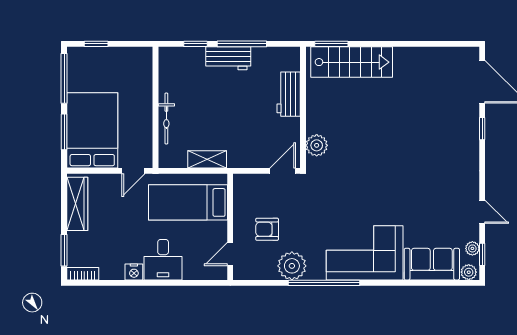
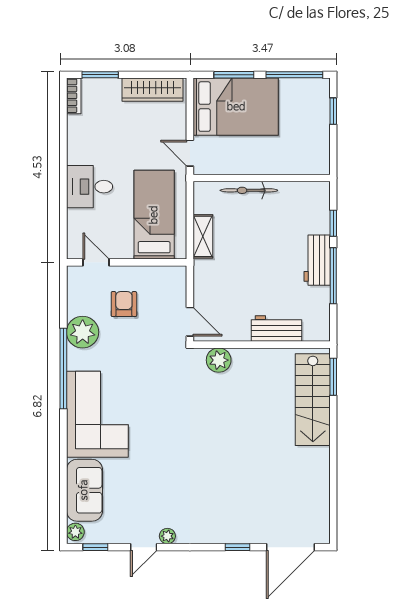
plant: (472, 248) -> (167, 536), moved
nightstand: (134, 272) -> (76, 154), removed

